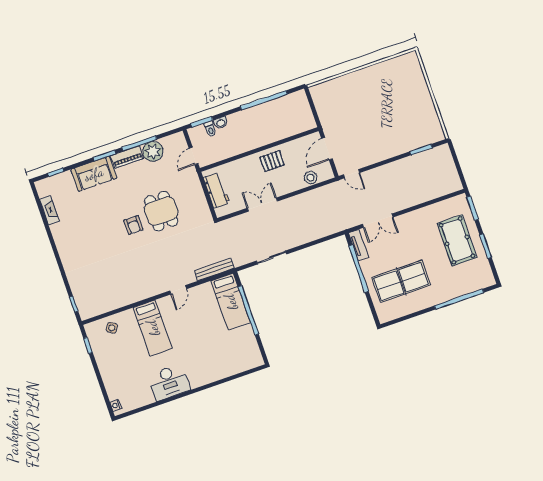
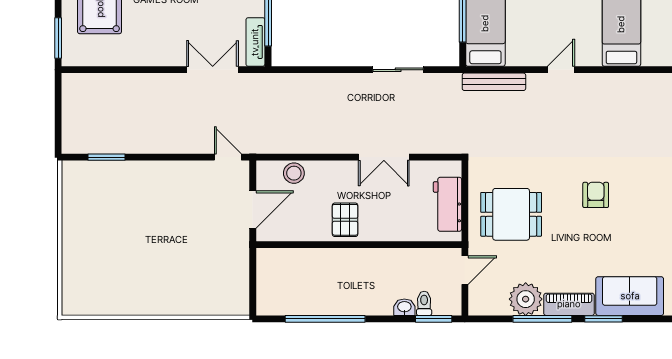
pallet: (272, 161) -> (345, 220), turned 90
dining table: (161, 211) -> (511, 214), moved, turned 90

